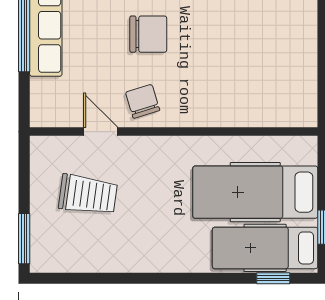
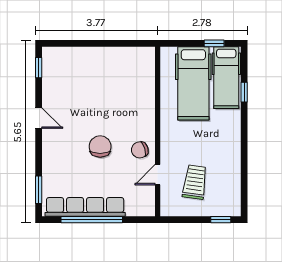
window: (24, 239) -> (221, 220), width x0.67
window: (273, 278) -> (244, 92), moved

